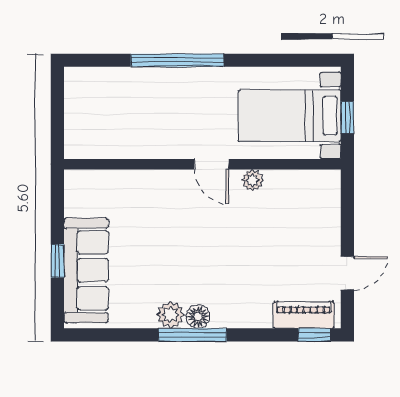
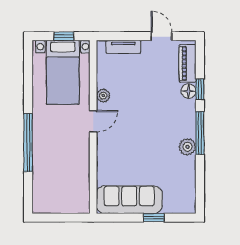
tv unit: (330, 212) -> (123, 47), added
sofa: (86, 270) -> (129, 200), moved
floor lamp: (198, 317) -> (189, 91), moved
window: (314, 335) -> (200, 89), moved

